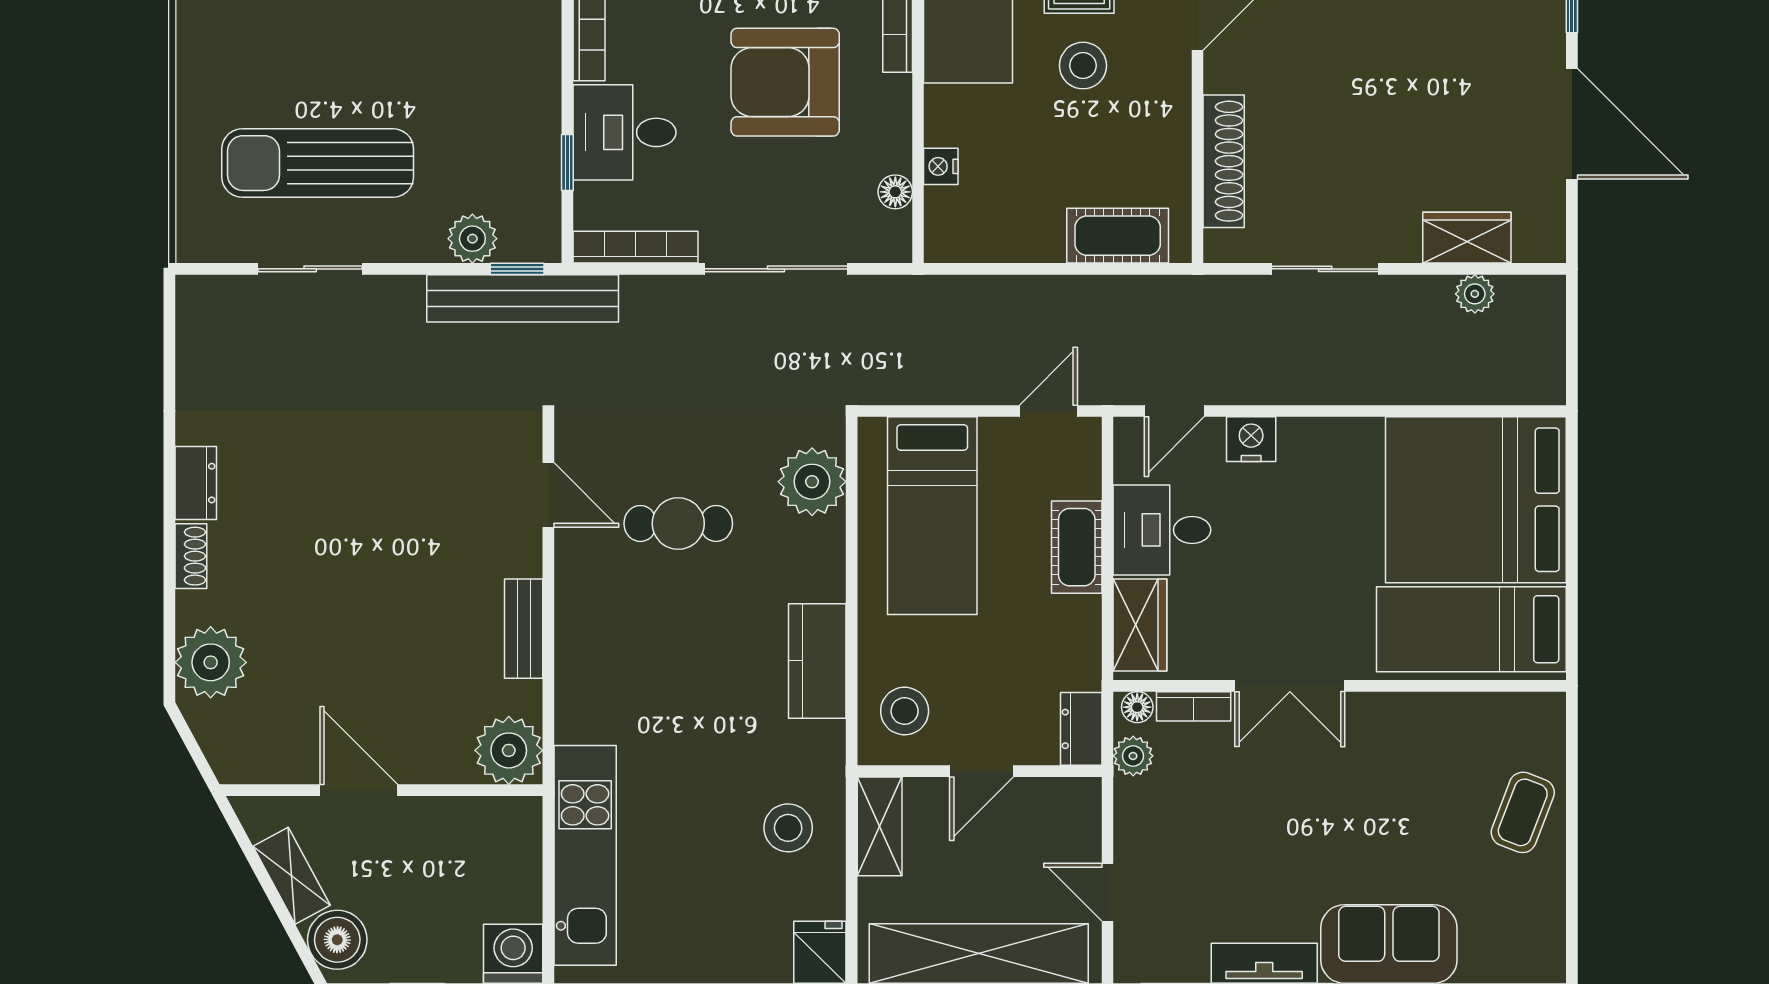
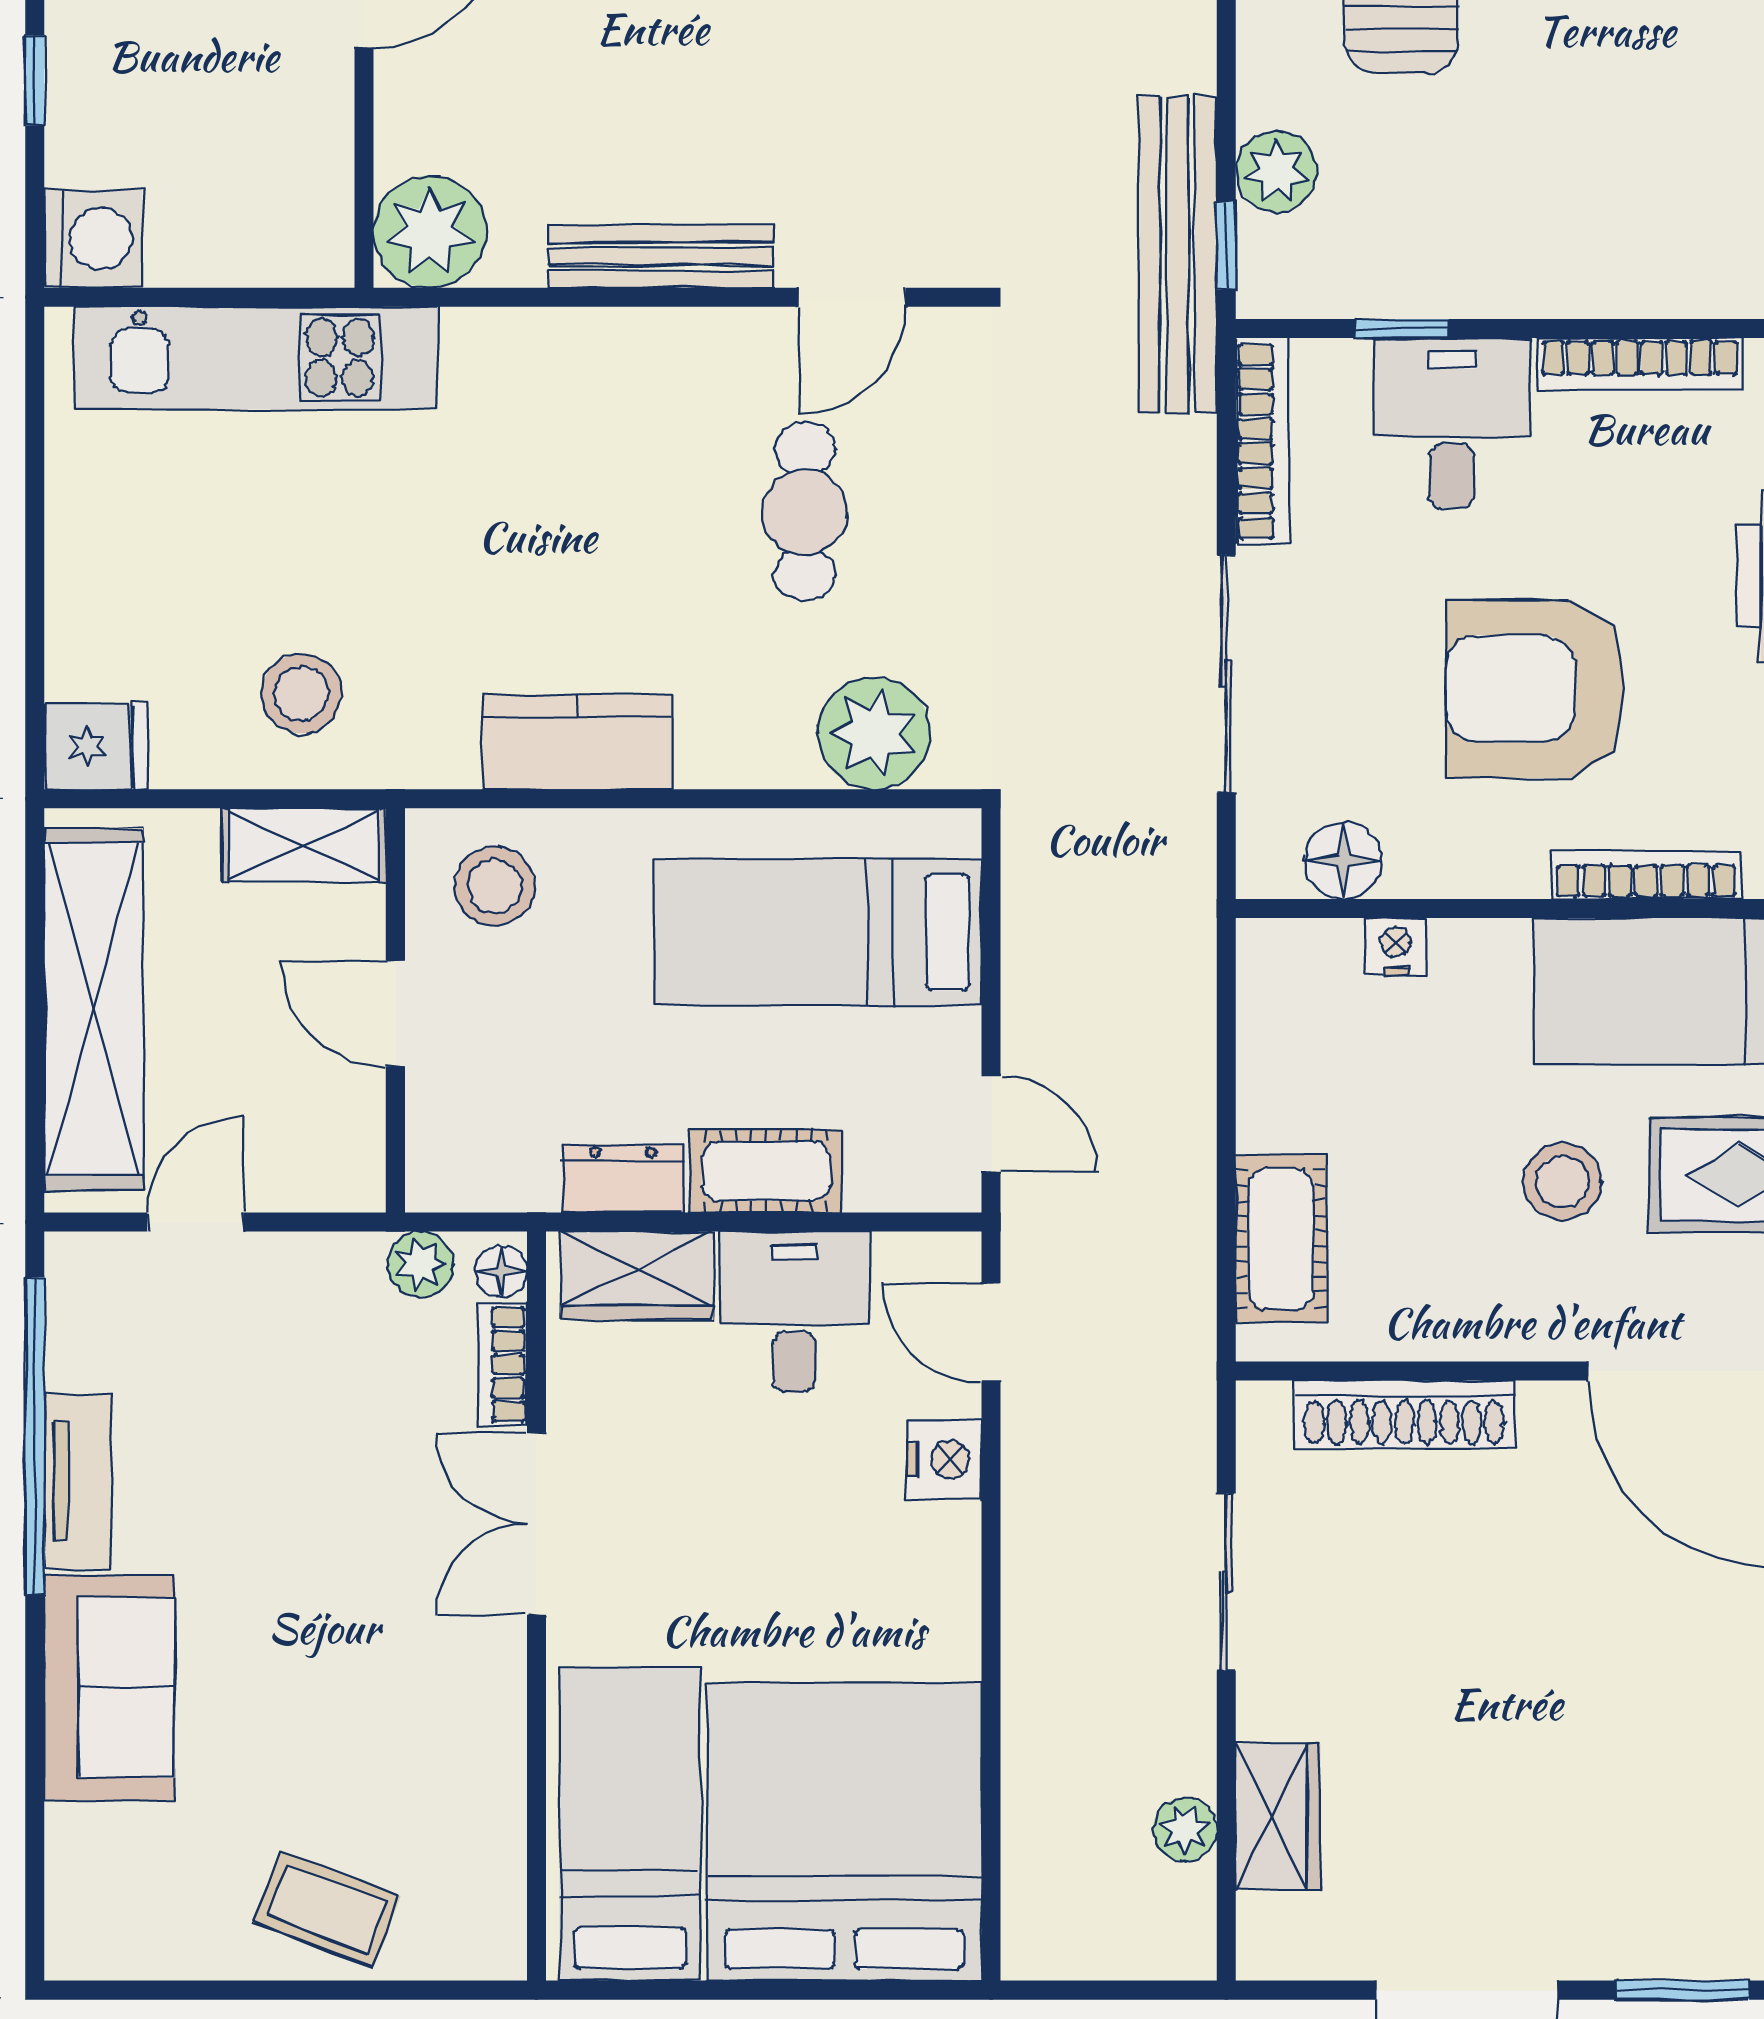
armchair: (785, 82) -> (1535, 689), turned -90
floor lamp: (895, 192) -> (1343, 860), width x1.37, depth x1.37
bench: (524, 629) -> (661, 256), width x1.36
dresser: (1081, 729) -> (623, 1179), moved

